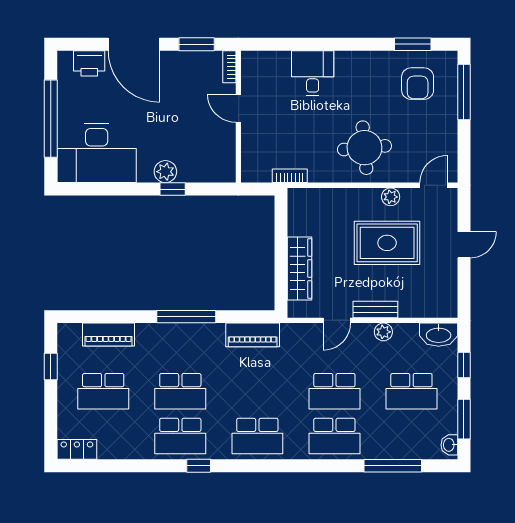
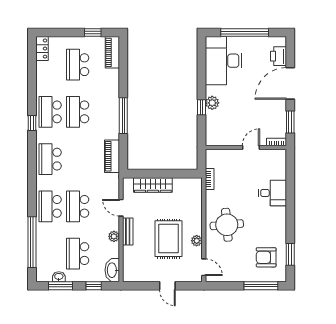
piano: (108, 335) -> (112, 52), moved
washbasin: (449, 445) -> (59, 277), moved
window: (393, 466) -> (32, 242), width x1.46

